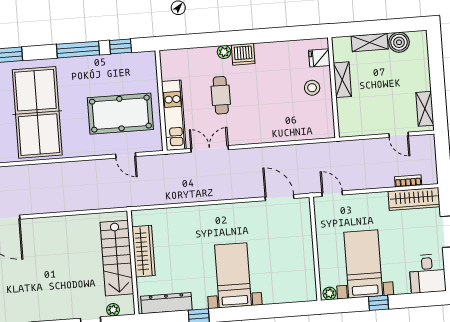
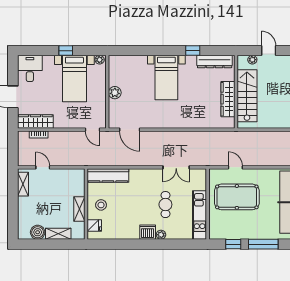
kitchen unit: (174, 115) -> (200, 215), moved
kitchen counter: (305, 130) -> (108, 175), added
plant: (305, 248) -> (115, 93), added

